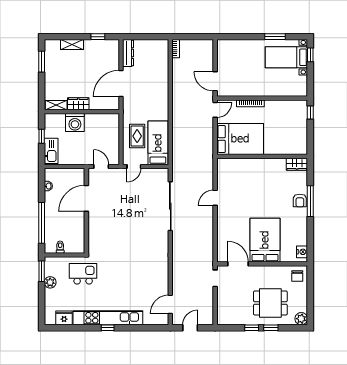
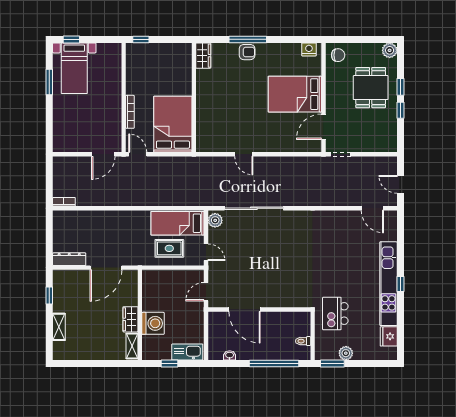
window: (42, 62) -> (80, 364), removed
door: (121, 84) -> (106, 268), hinge flipped
plant: (160, 174) -> (215, 220), added

